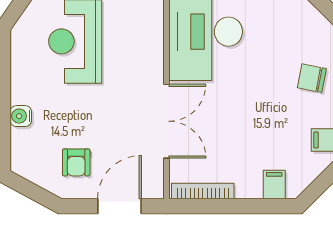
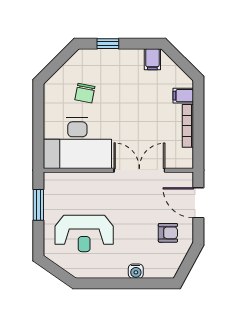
chair: (312, 78) -> (85, 93), moved
bookcase: (203, 191) -> (188, 126), moved

